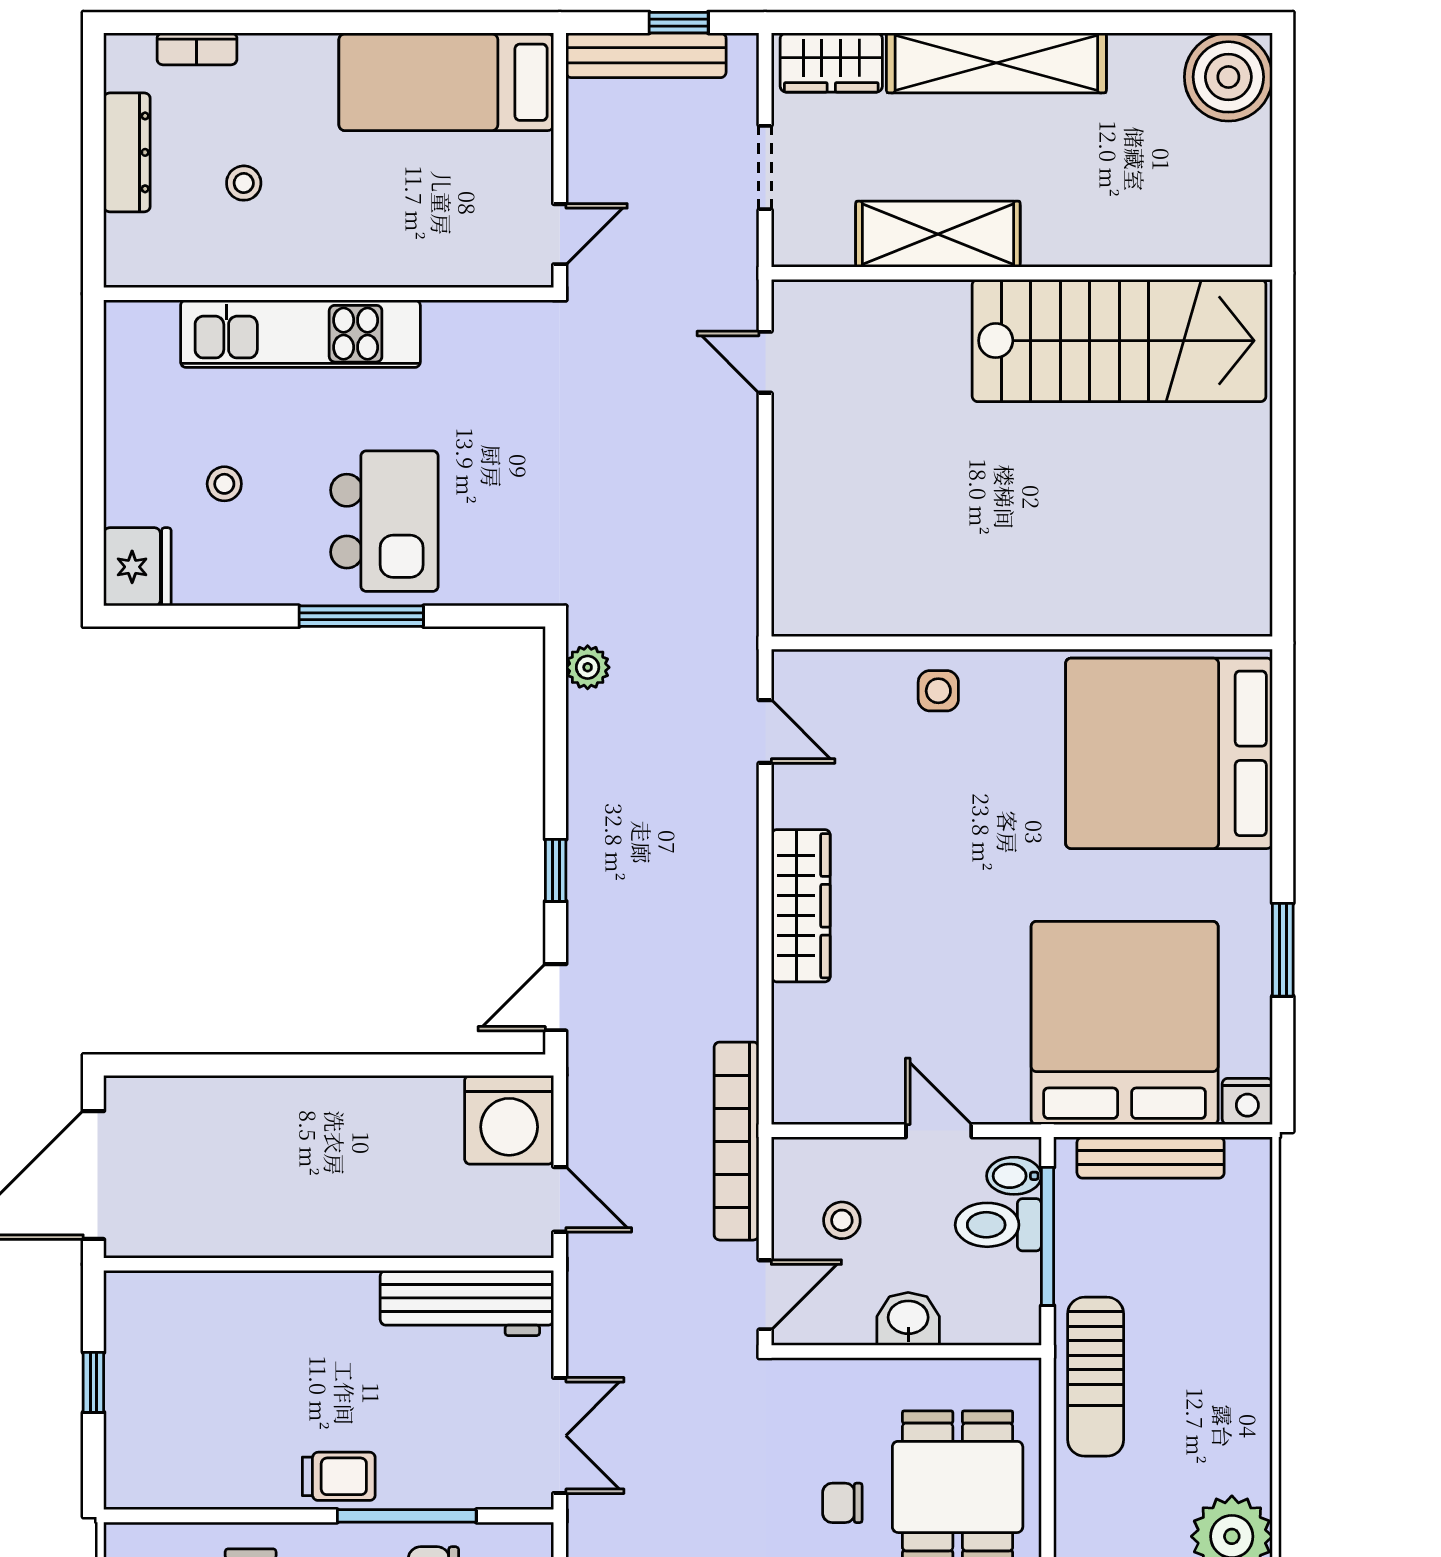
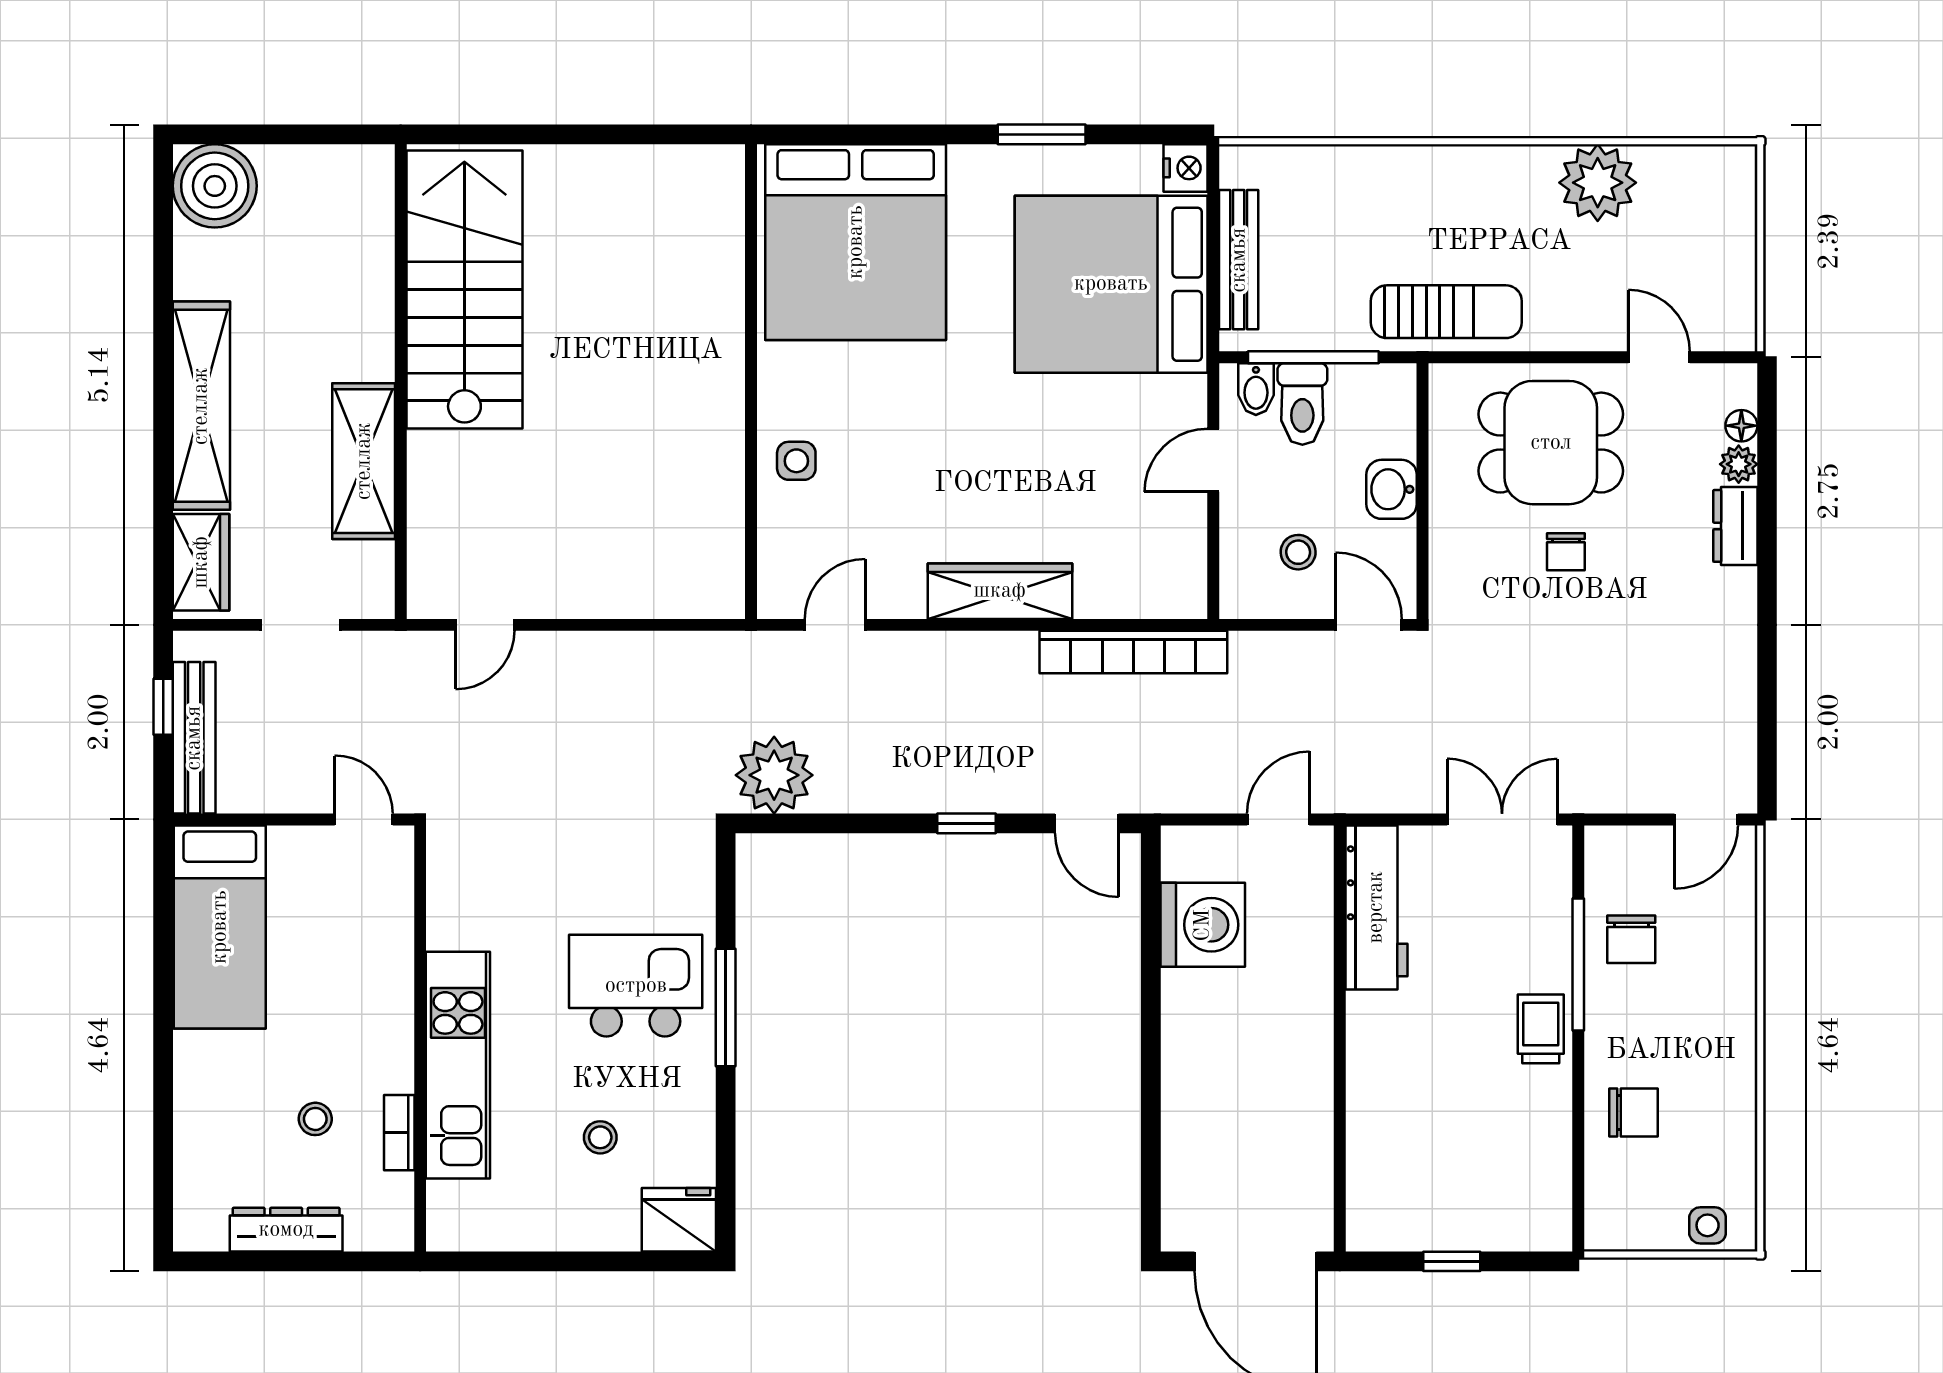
bookcase: (197, 49) -> (399, 1133), moved, turned 180
plant: (588, 667) -> (774, 775), width x1.87, depth x1.87
washing machine: (509, 1120) -> (1203, 925), moved
bookcase: (737, 1141) -> (1133, 652), moved

